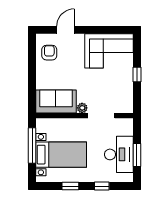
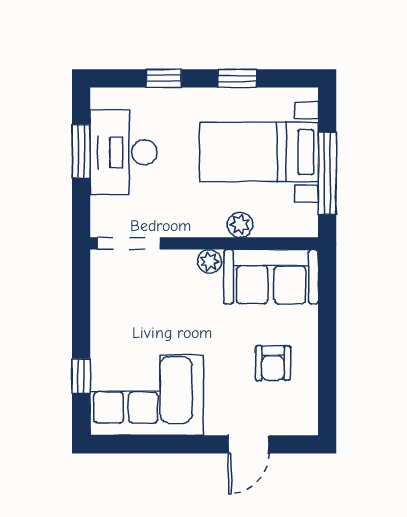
armchair: (49, 53) -> (273, 363), moved
window: (137, 74) -> (81, 376), moved
doorway: (101, 116) -> (129, 243), moved
plant: (69, 124) -> (240, 225), added

